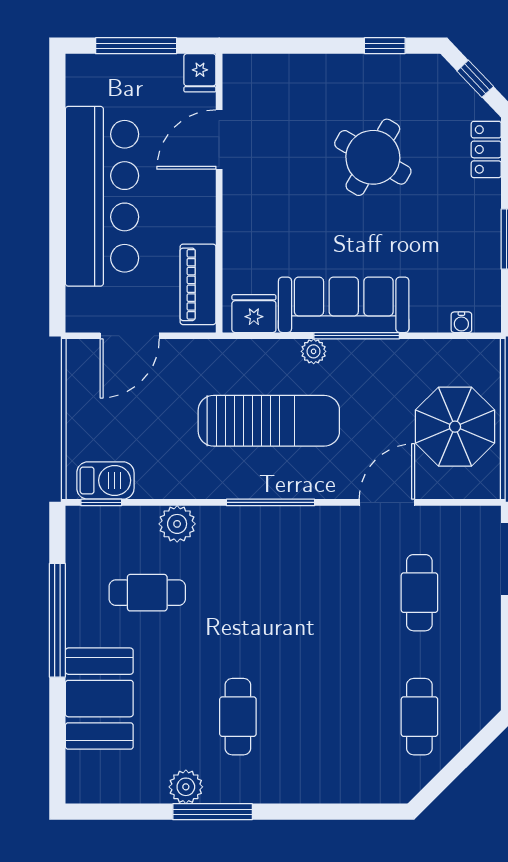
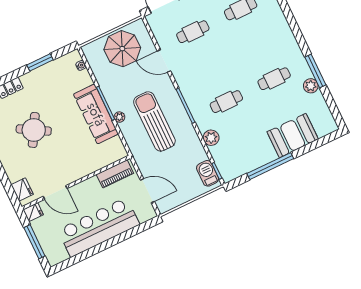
fridge: (254, 314) -> (22, 190), moved, turned 180
cafe table: (147, 593) -> (226, 102), moved, turned 90

